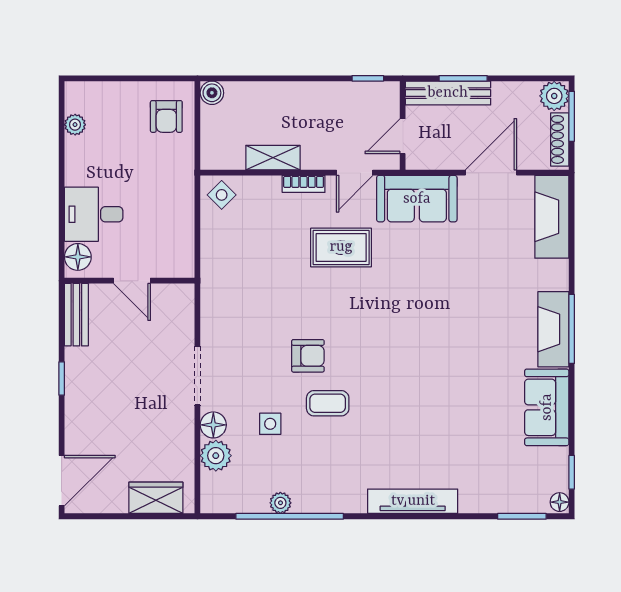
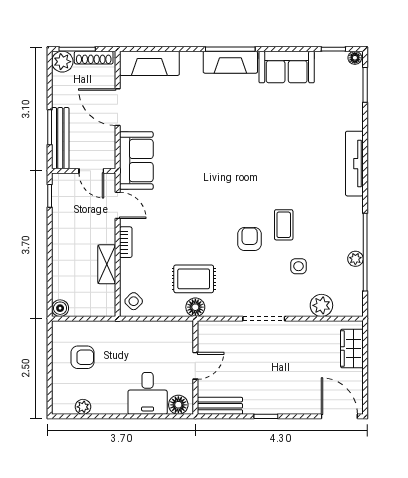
armchair: (166, 116) -> (82, 357), moved
rug: (341, 247) -> (194, 279), moved, turned 90
floor lamp: (213, 425) -> (195, 307), moved

